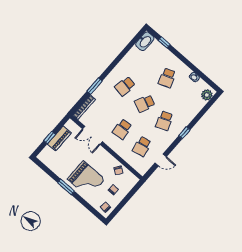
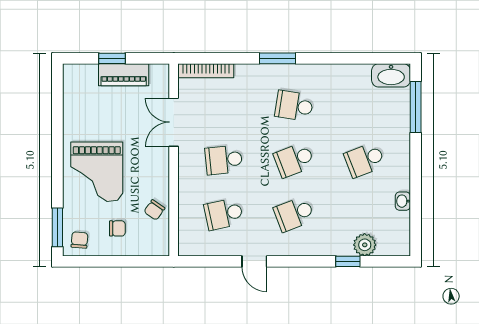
window: (164, 42) -> (416, 107), width x2.17
window: (95, 86) -> (278, 58), moved
plant: (207, 95) -> (365, 245), moved
school desk: (145, 103) -> (294, 160), turned -45
window: (184, 133) -> (348, 261), moved
door: (161, 160) -> (254, 261), moved
window: (66, 187) -> (57, 227), moved

